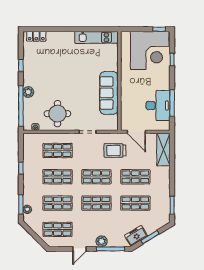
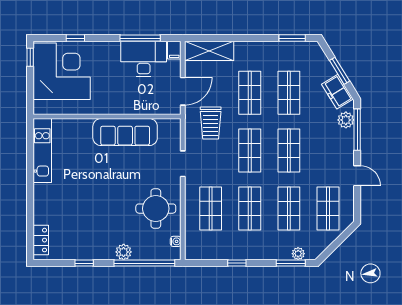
filing cabinet: (164, 126) -> (174, 50), added
plant: (102, 241) -> (346, 120), moved

